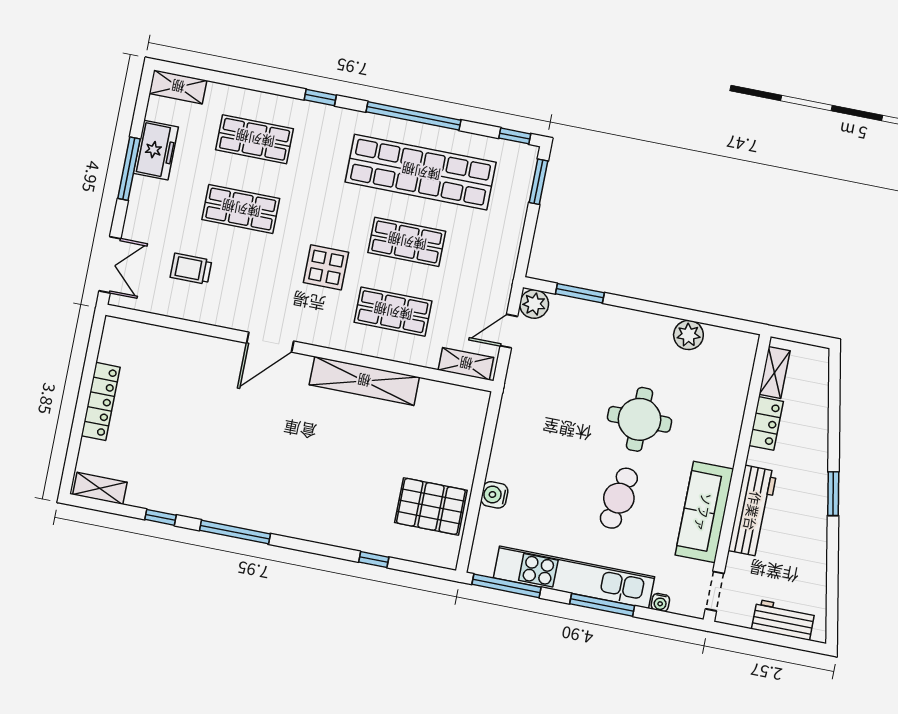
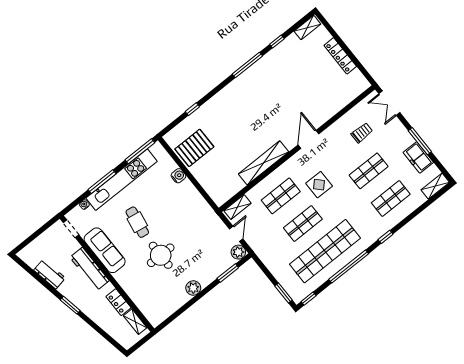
plant: (688, 335) -> (193, 288), moved
workbench: (783, 620) -> (50, 274), moved, turned -101

